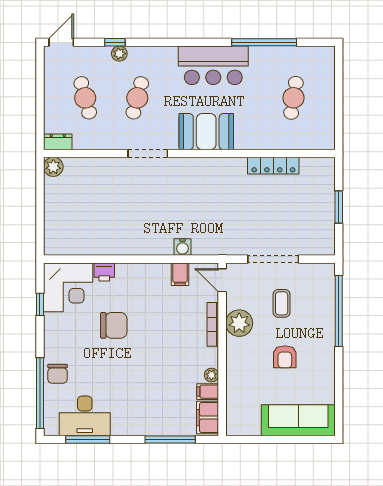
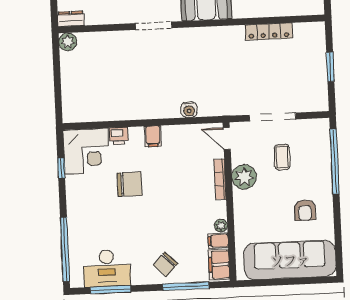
filing cabinet: (180, 274) -> (153, 136), moved
armchair: (285, 357) -> (305, 210), moved
chair: (57, 374) -> (165, 264), moved, turned 44
sofa: (298, 420) -> (290, 260), width x1.36, depth x1.27

